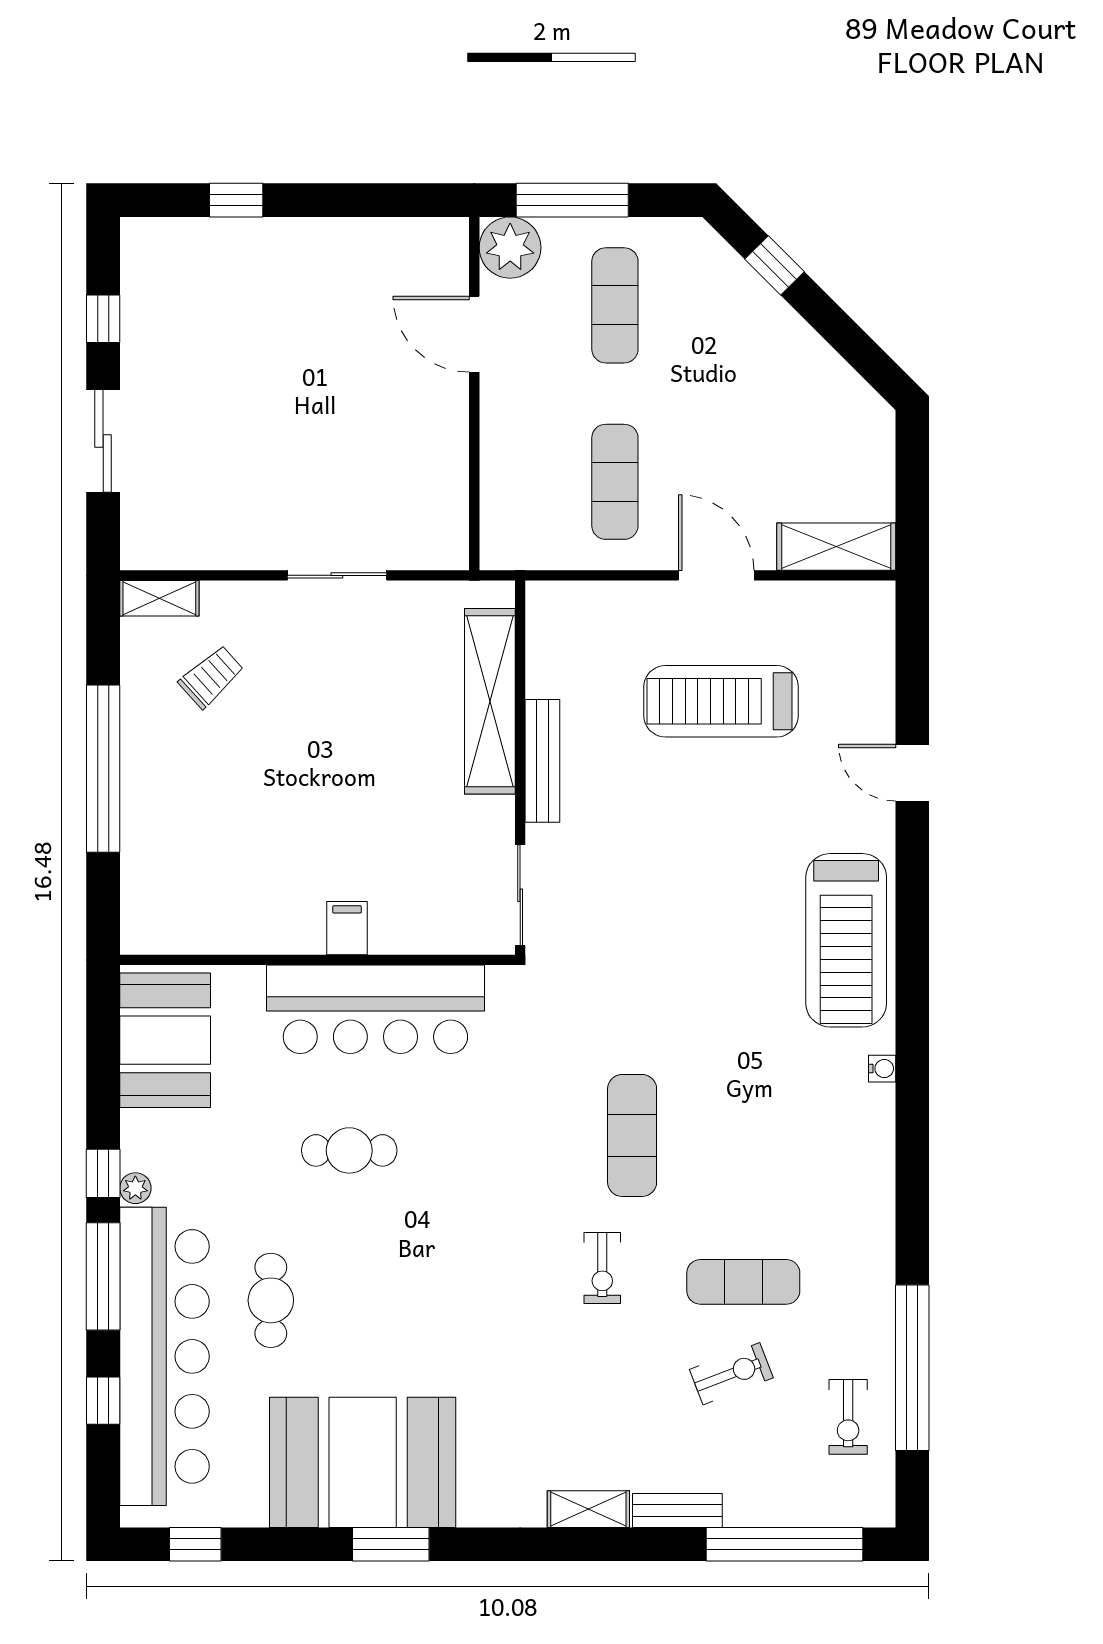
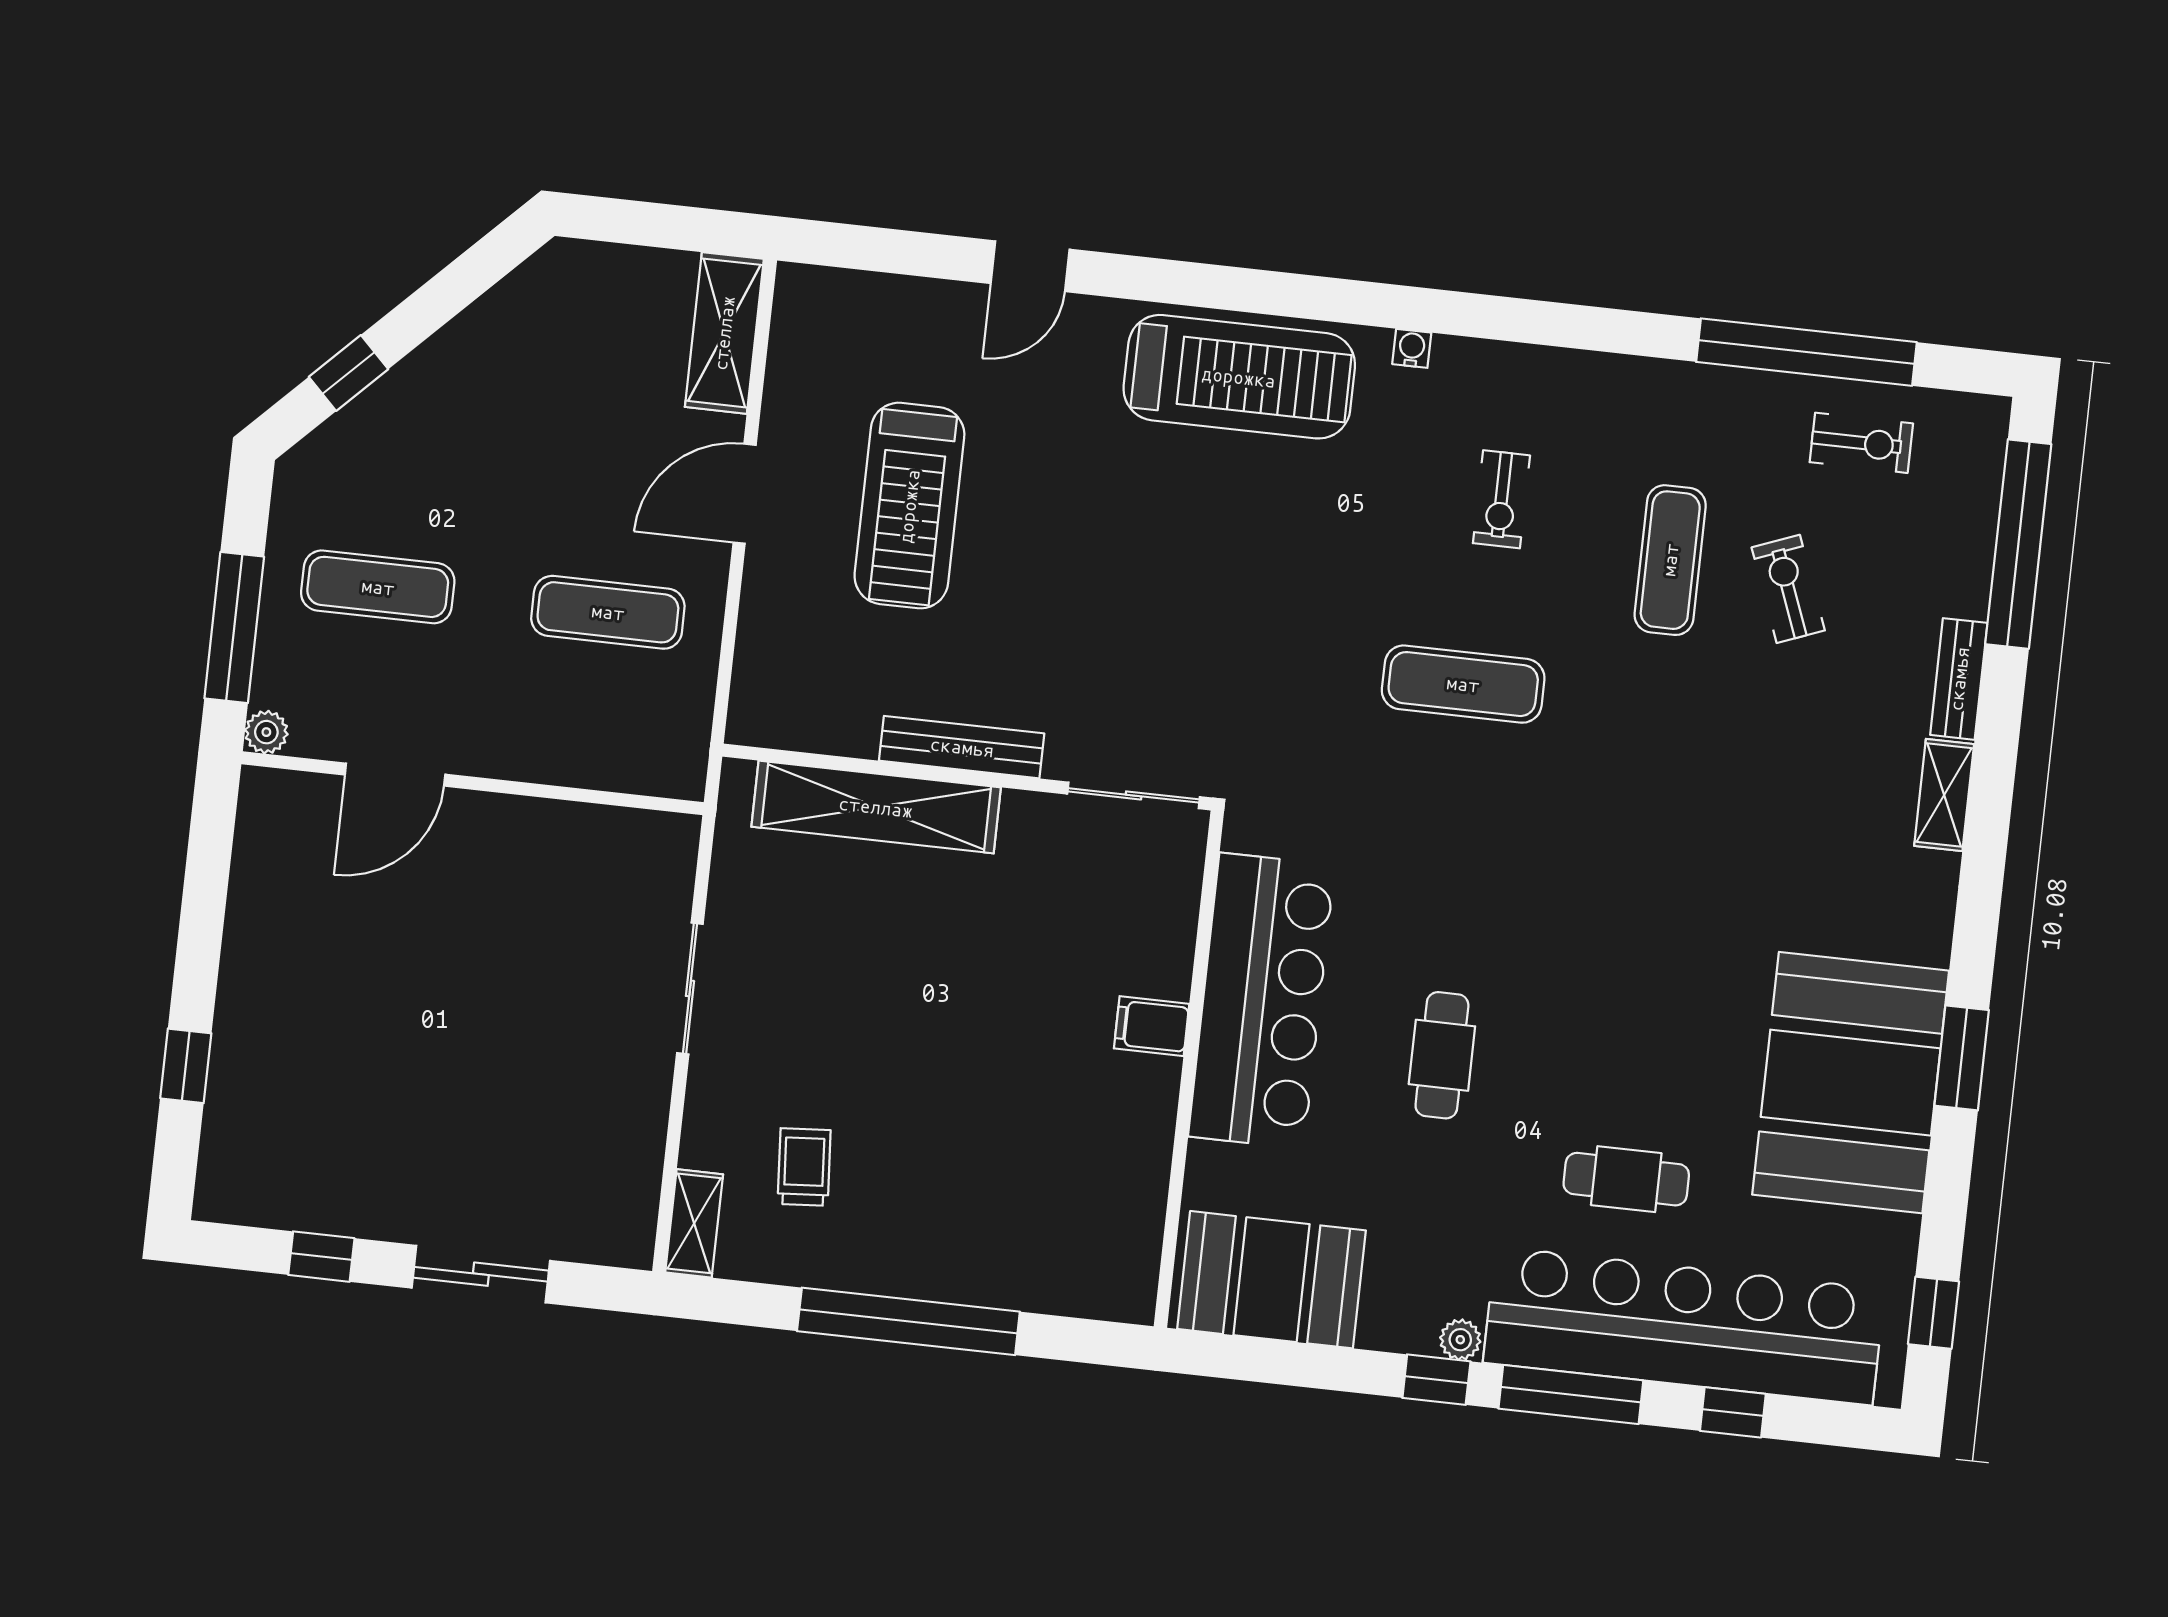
plant: (510, 248) -> (266, 732), width x0.53, depth x0.53
trolley: (211, 677) -> (804, 1167), turned 38
exercise bike: (602, 1268) -> (1501, 499), moved, turned 90

